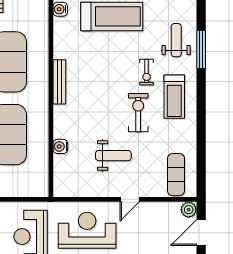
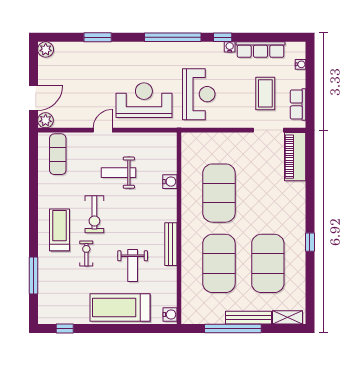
weight bench: (176, 40) -> (133, 265), moved
reception desk: (87, 230) -> (144, 100), turned 180

